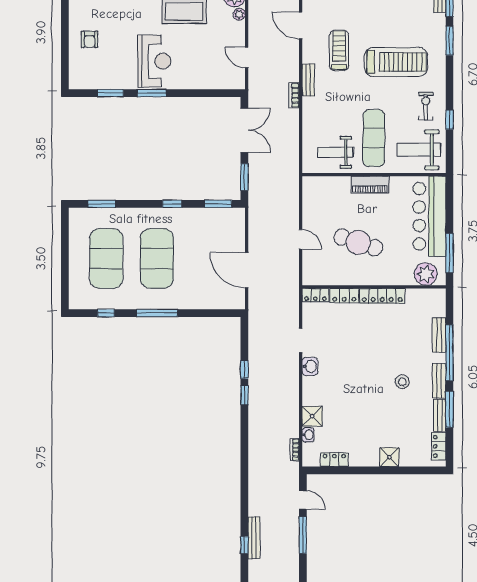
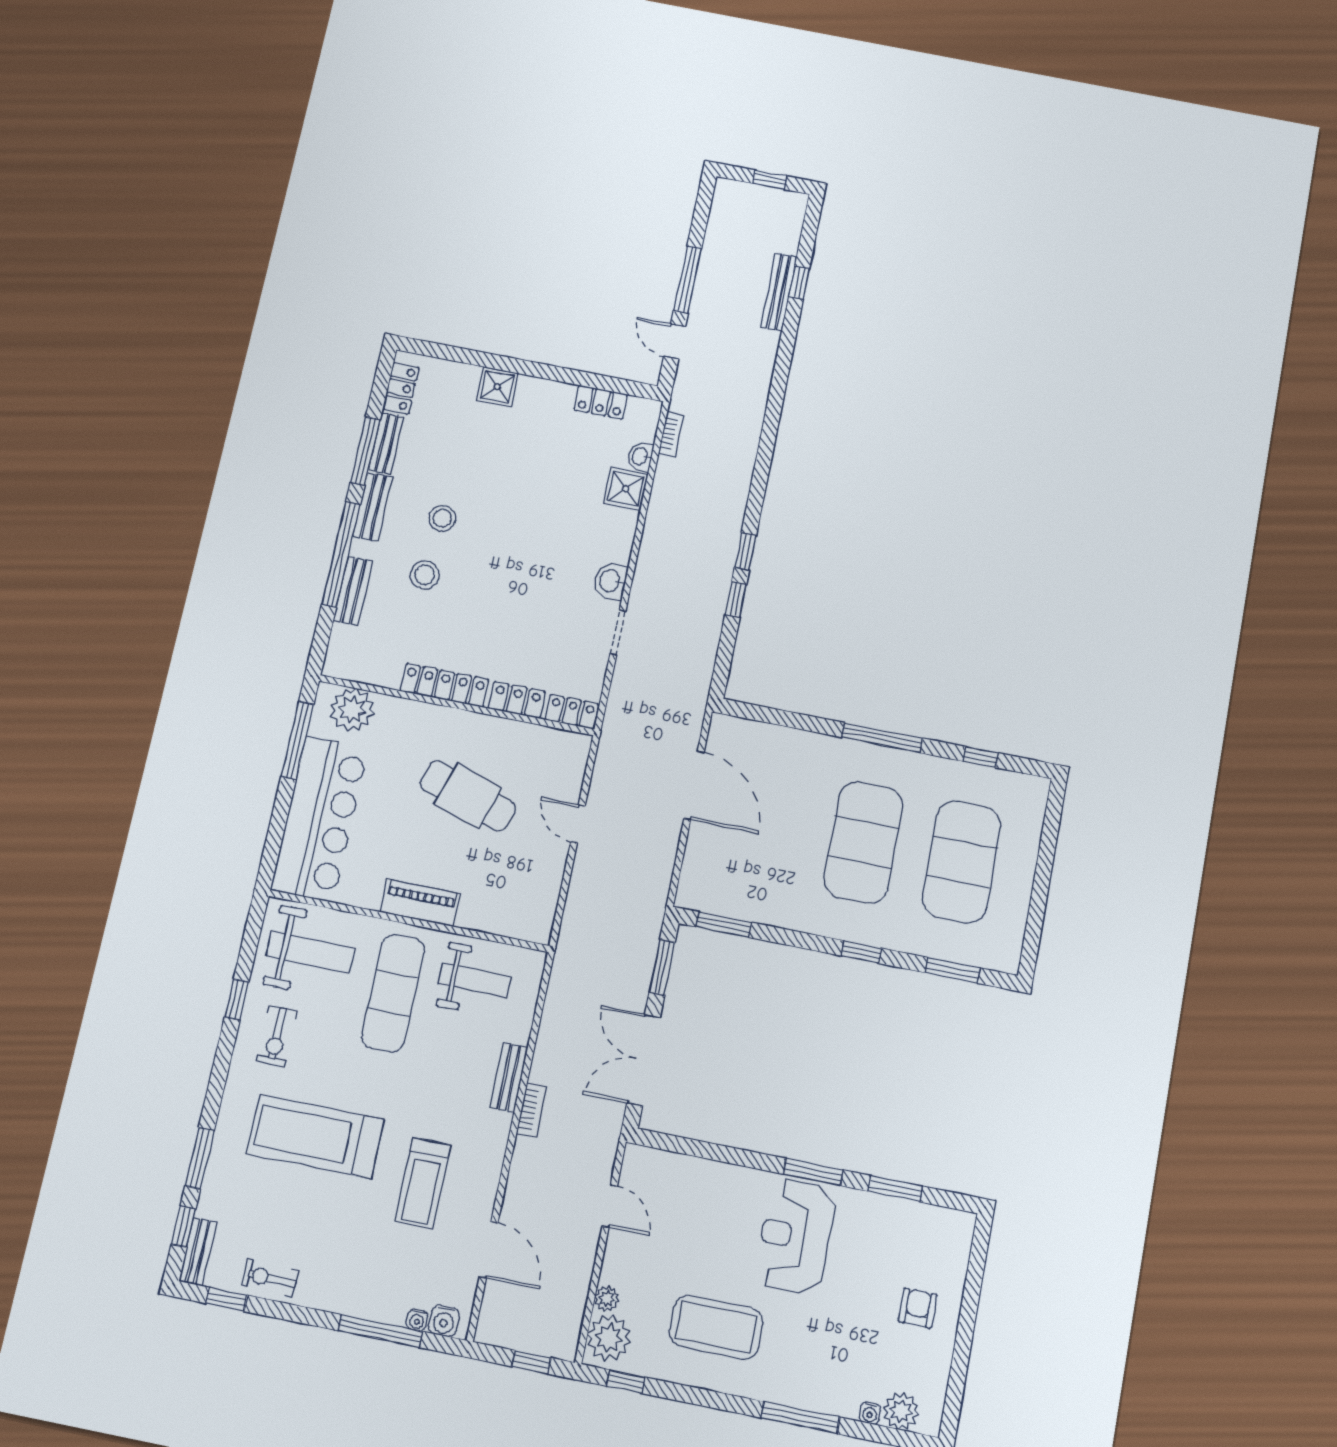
bench: (308, 80) -> (509, 1077), moved
window: (172, 204) -> (861, 952), moved
stool: (405, 351) -> (425, 575), added

